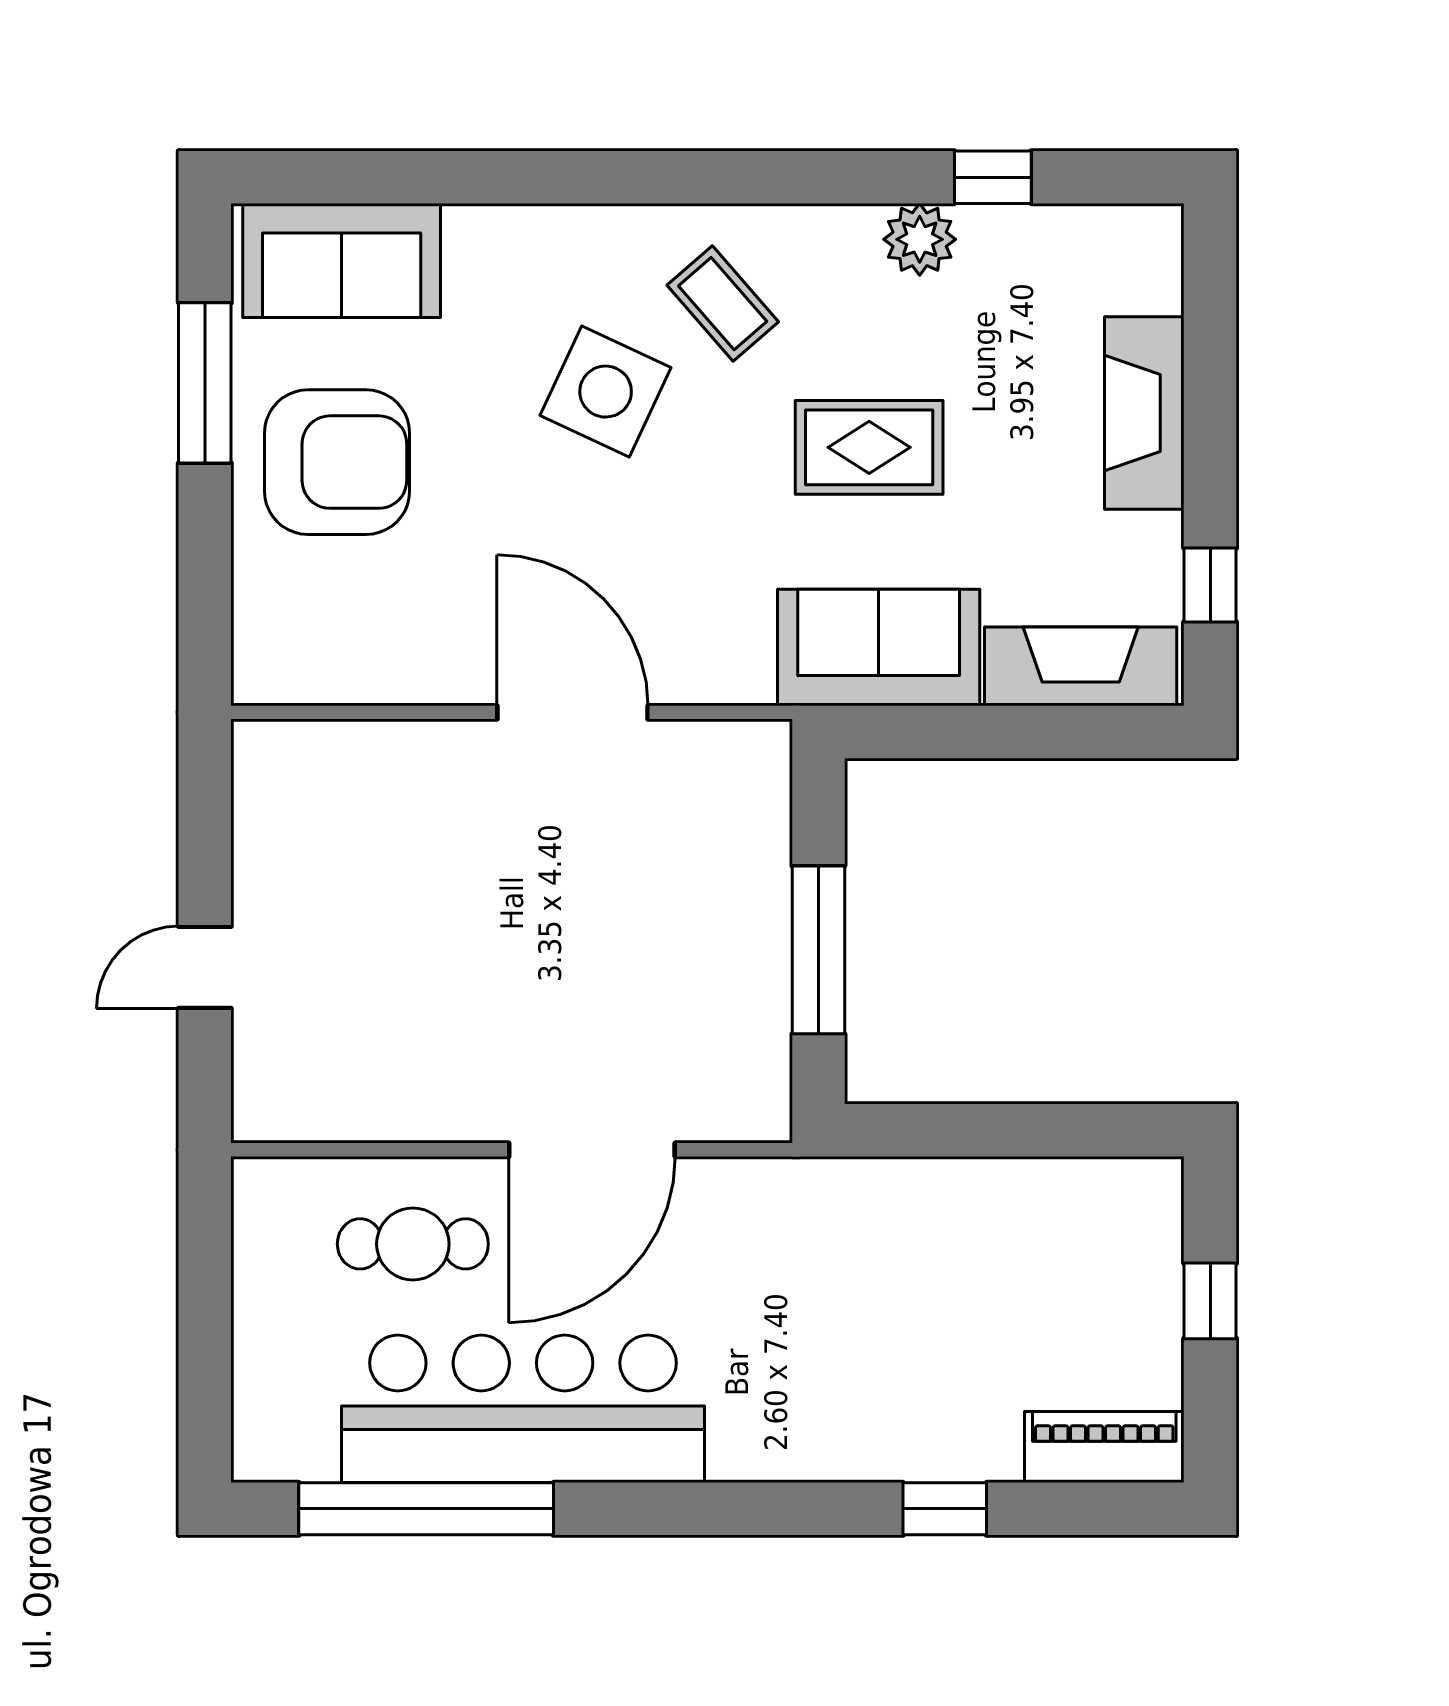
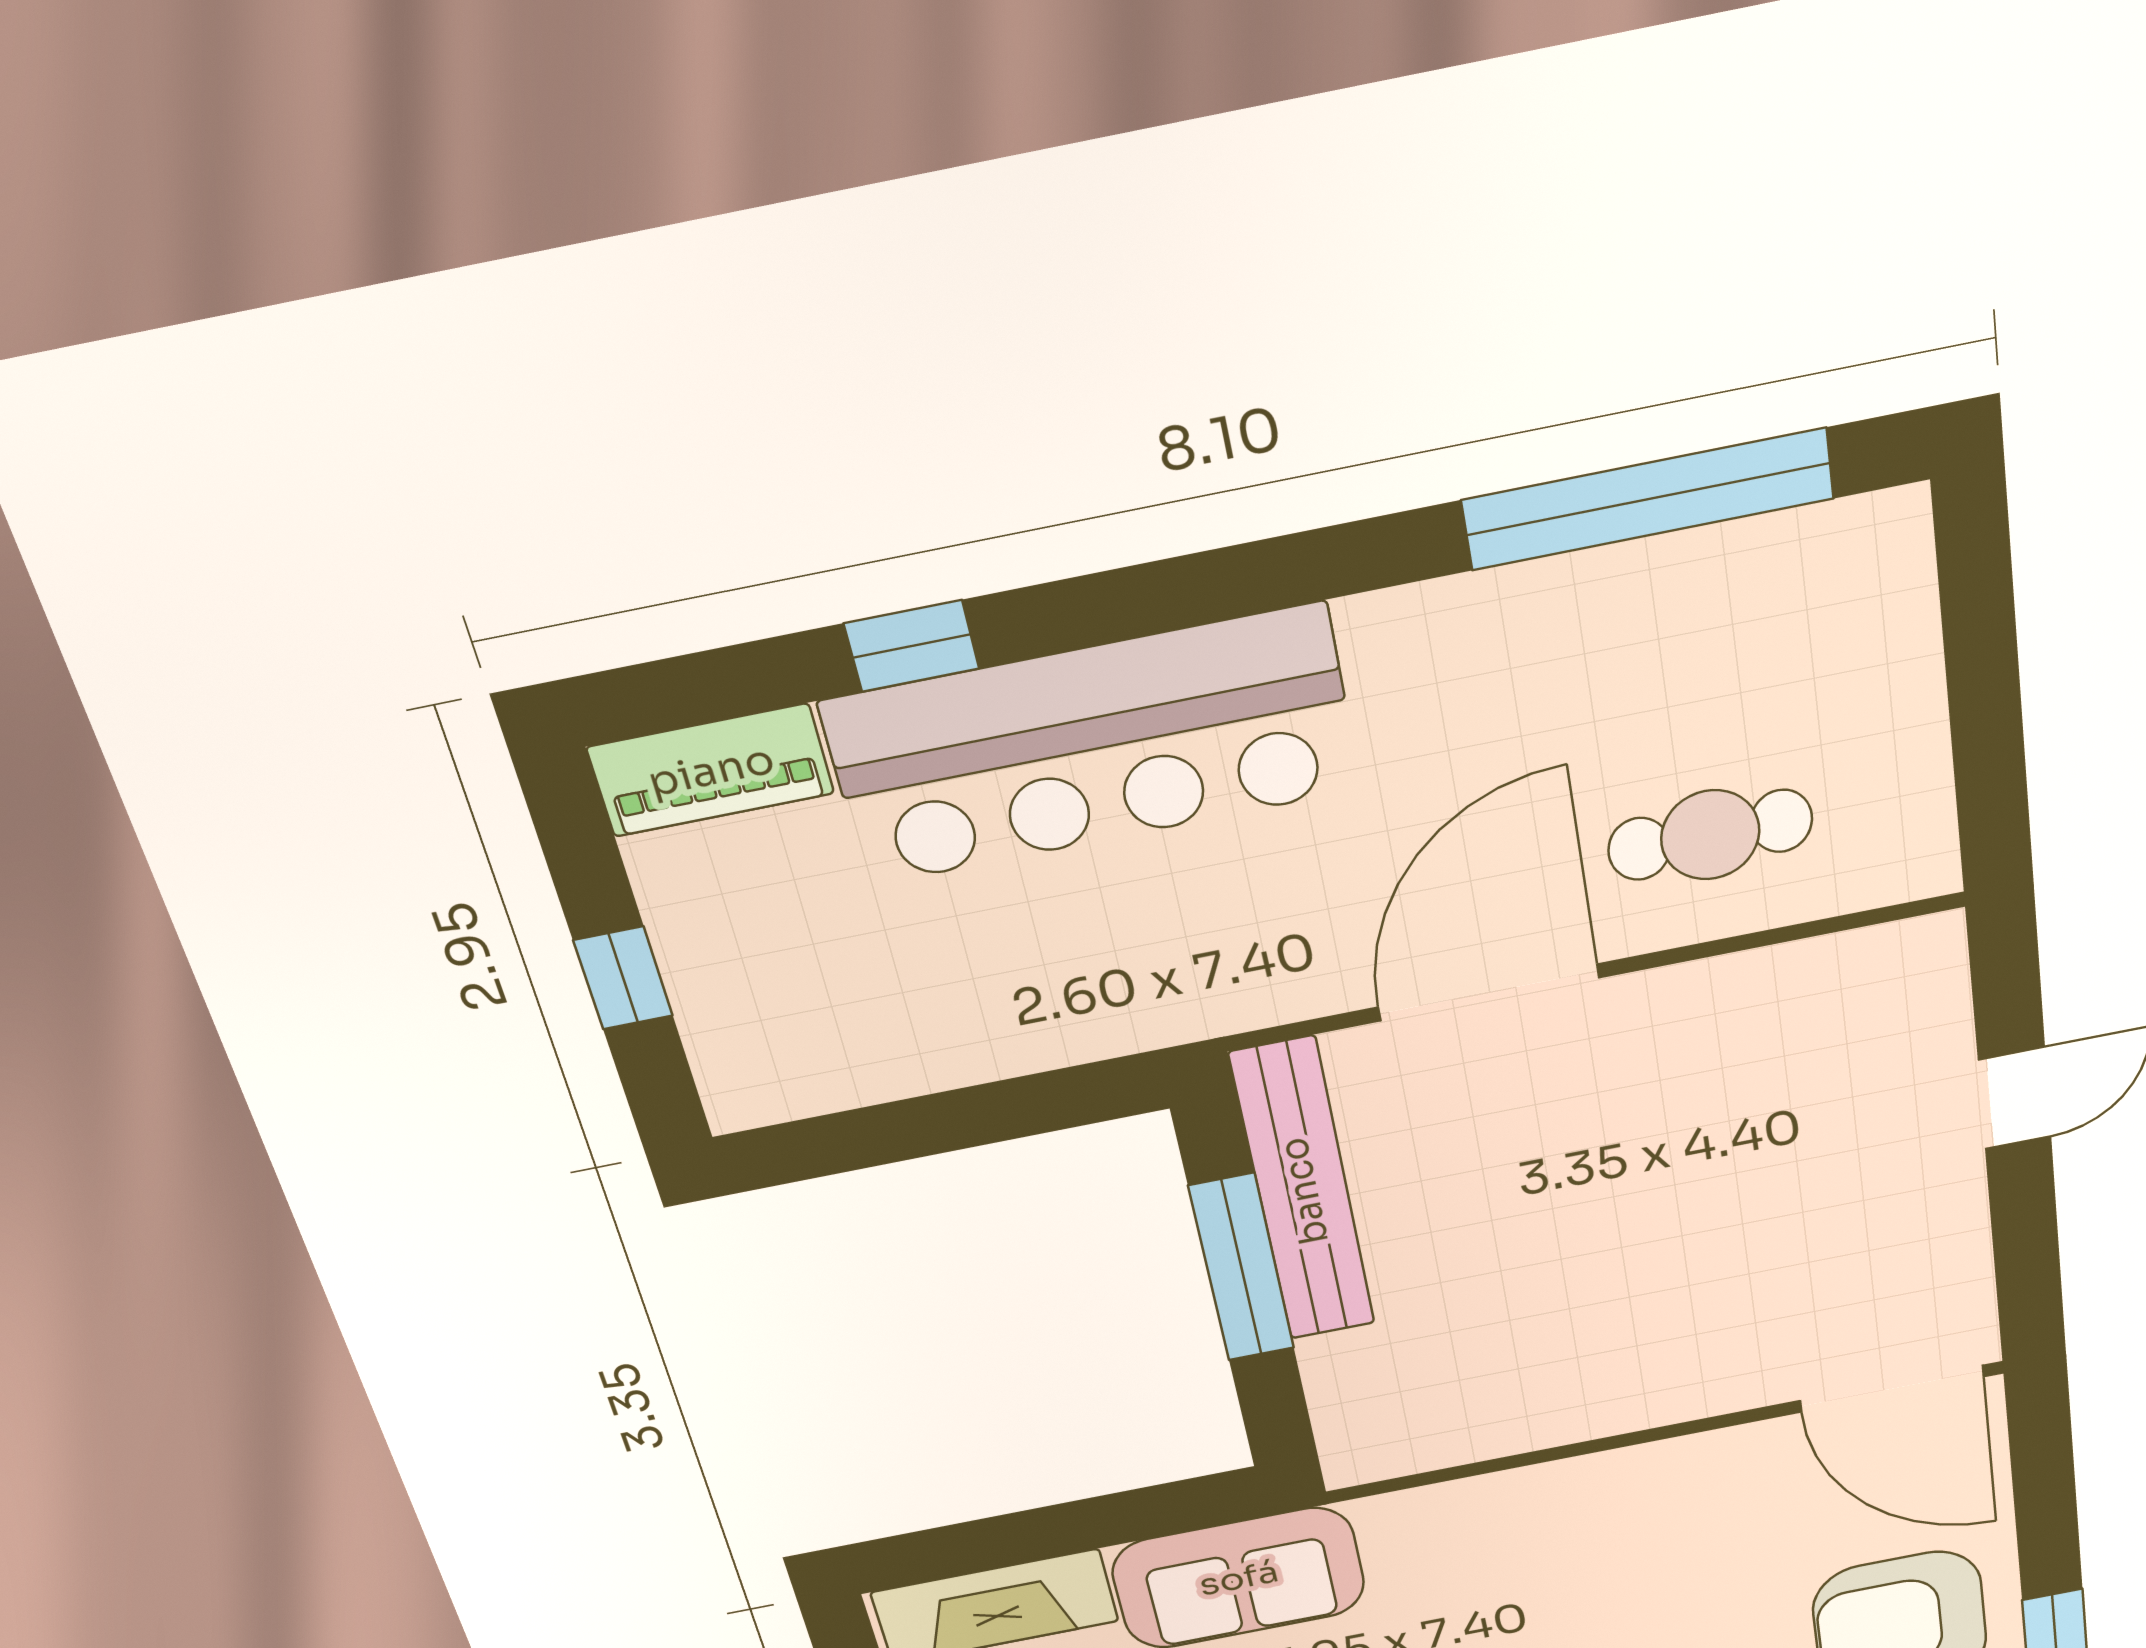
door: (573, 712) -> (1892, 1389), moved
bench: (759, 1009) -> (1303, 1191), added
bar counter: (523, 1409) -> (1093, 746), moved

